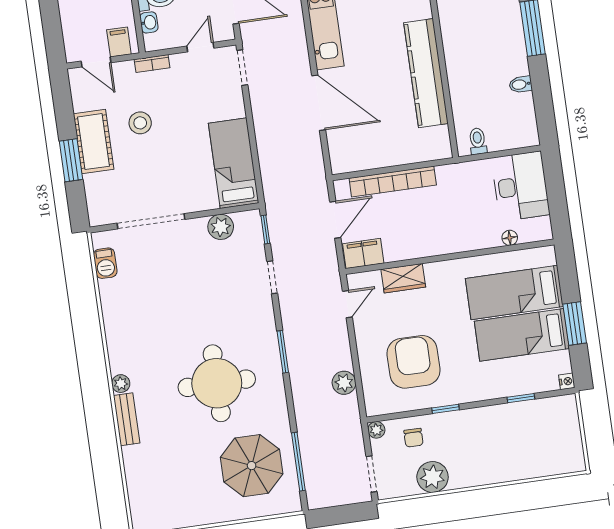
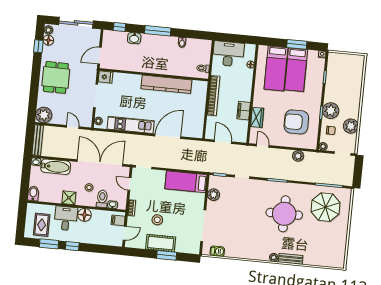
bookcase: (393, 181) -> (214, 96), moved
filing cabinet: (363, 254) -> (244, 111), moved
plant: (454, 428) -> (331, 111), added

